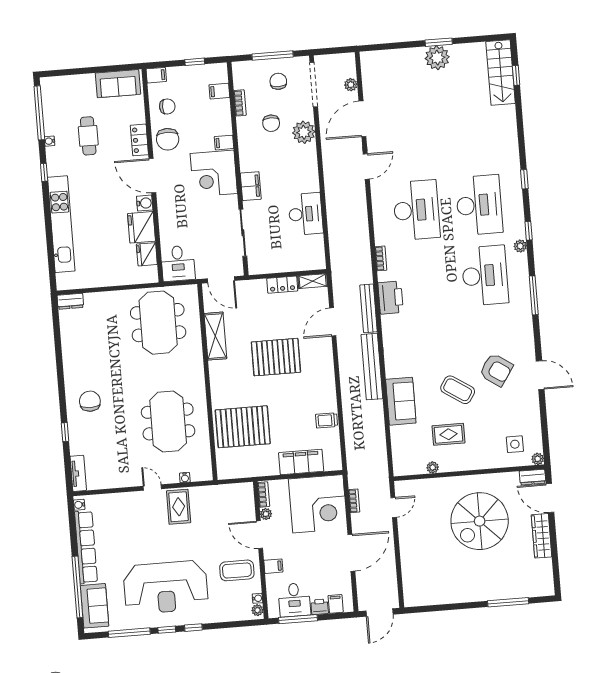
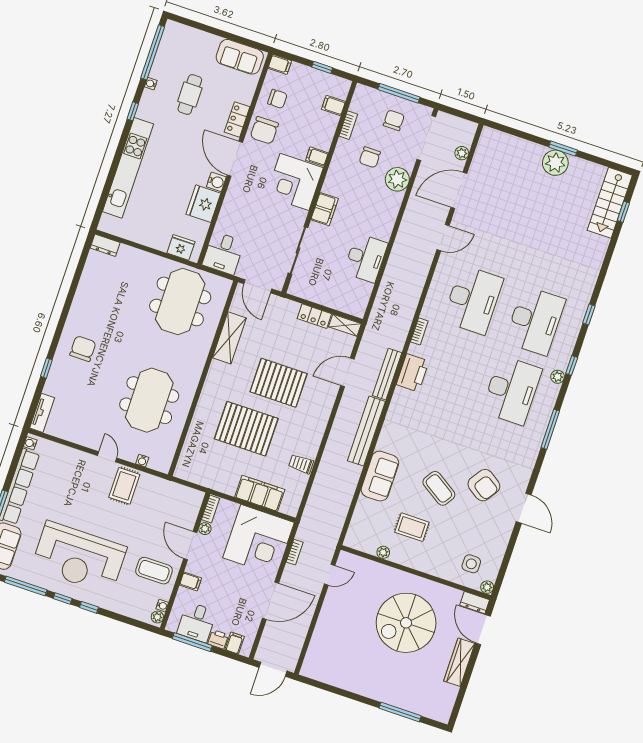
fridge: (147, 254) -> (181, 247), moved, turned 90
pallet: (243, 427) -> (246, 429), moved

